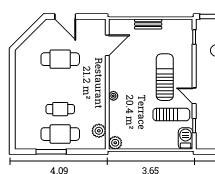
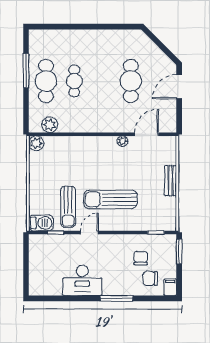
door: (107, 45) -> (146, 134), swing flipped
sun lounger: (165, 77) -> (110, 199), turned 180
plant: (113, 96) -> (122, 141), moved

